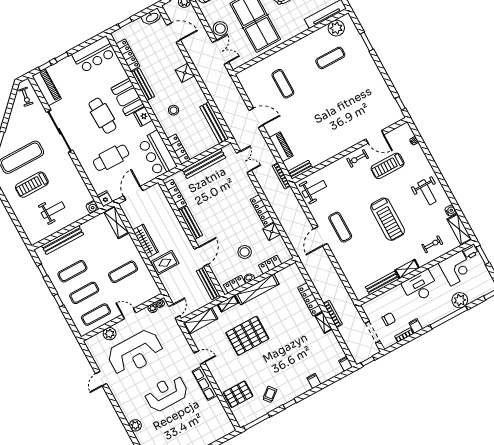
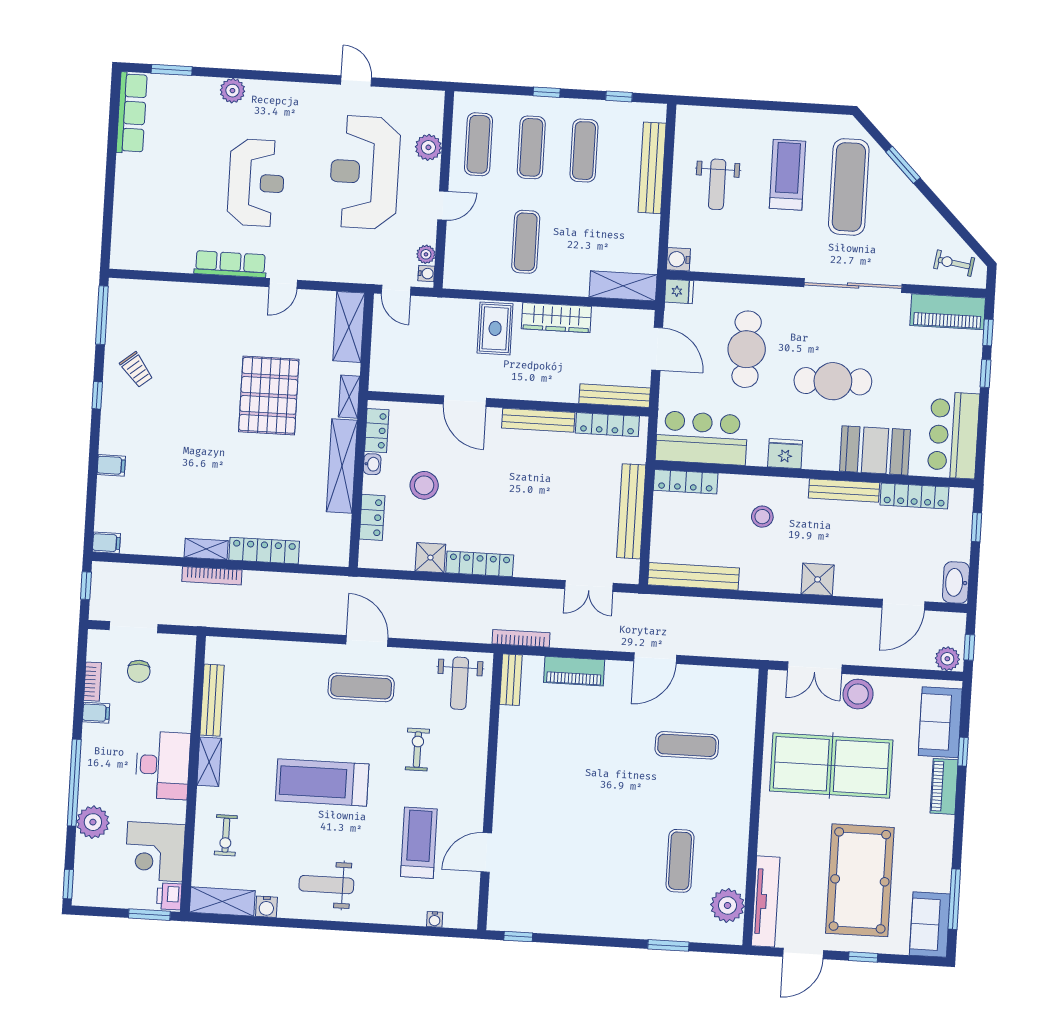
booth: (128, 97) -> (875, 450), moved
exercise bike: (358, 158) -> (417, 750), moved
bench: (208, 283) -> (615, 396), moved
pallet: (238, 394) -> (173, 313), removed

